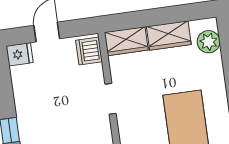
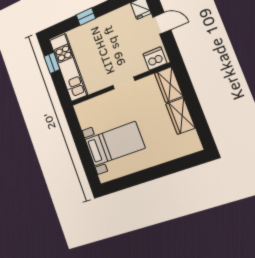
plant: (209, 42) -> (183, 147), removed

